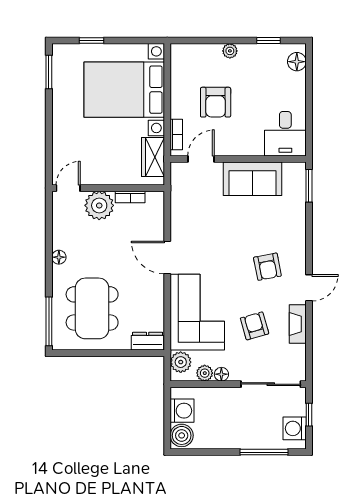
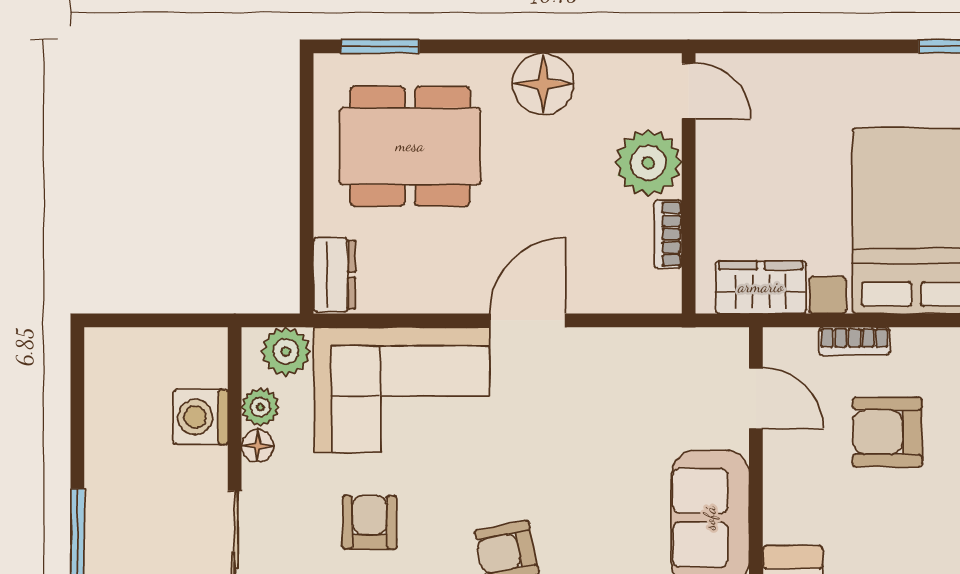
bookcase: (176, 134) -> (854, 341), moved
floor lamp: (59, 257) -> (543, 84), width x1.89, depth x1.89
window: (49, 321) -> (380, 46), width x0.69
armchair: (255, 326) -> (370, 522), turned -74
washing machine: (182, 411) -> (201, 417), moved, turned 90
boiler: (182, 435) -> (116, 354), removed

